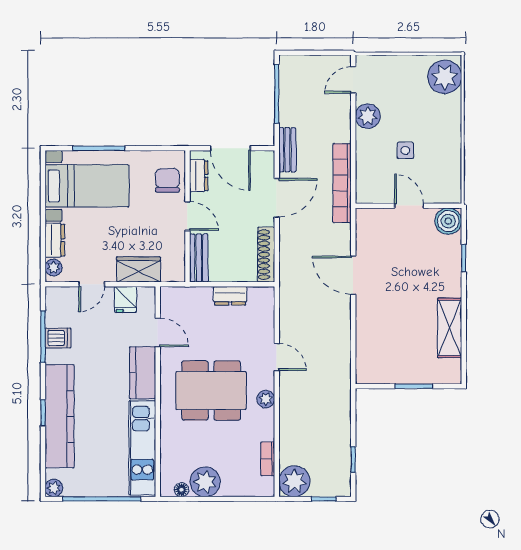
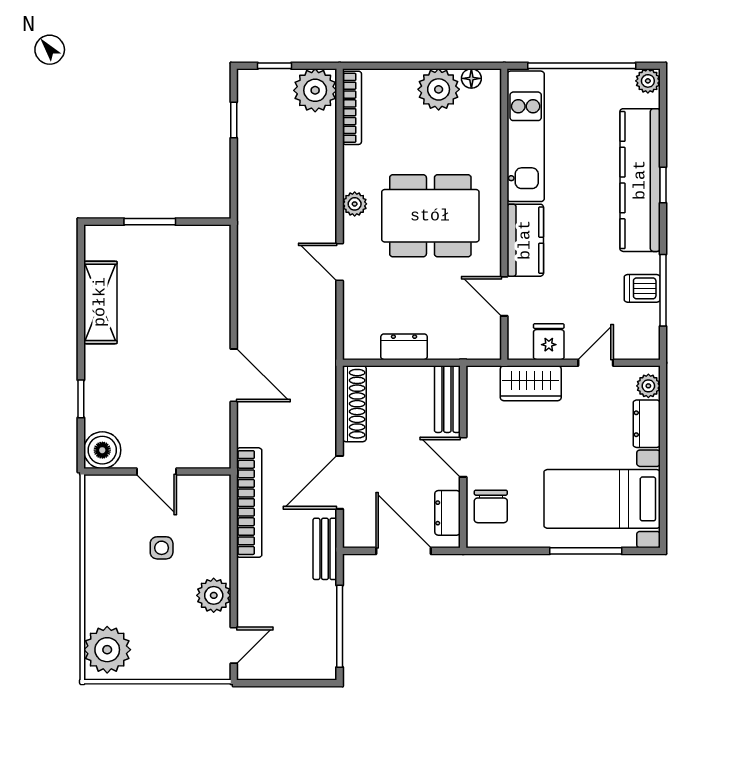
bookcase: (268, 459) -> (352, 108), width x1.56

